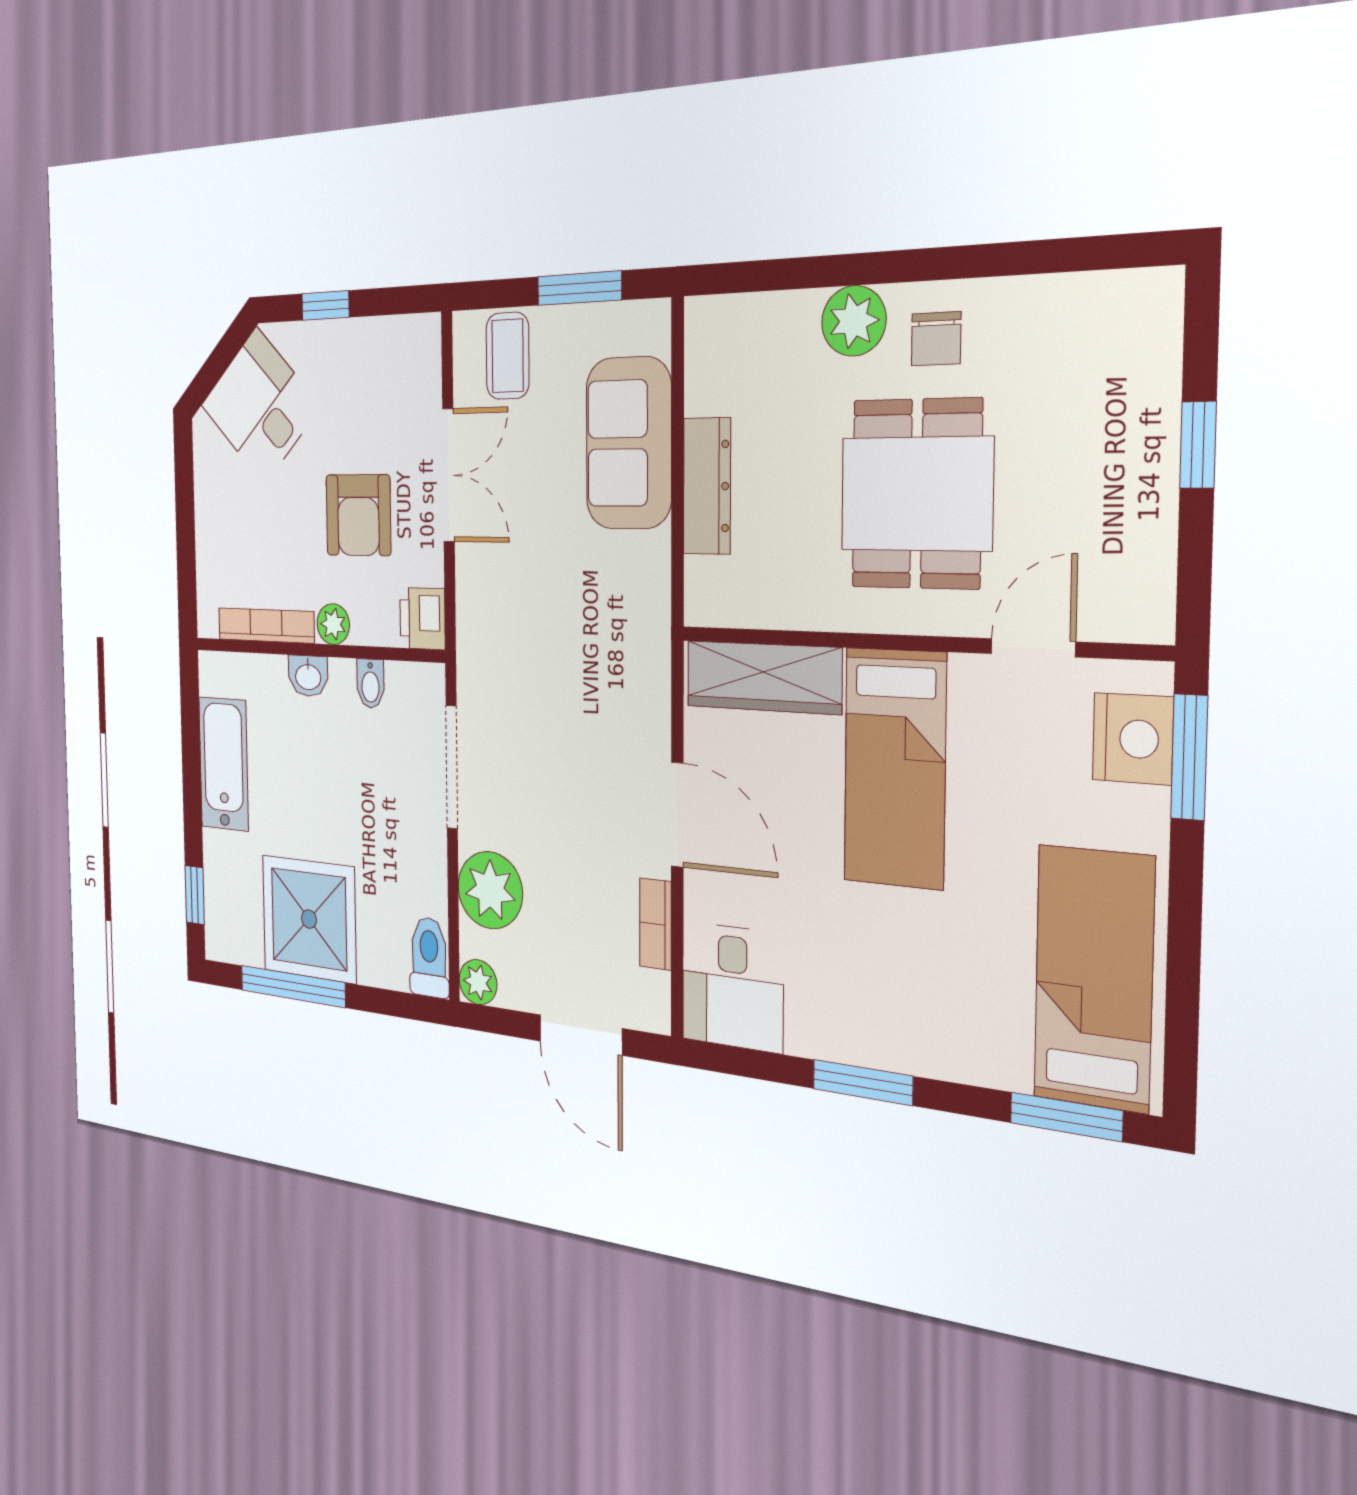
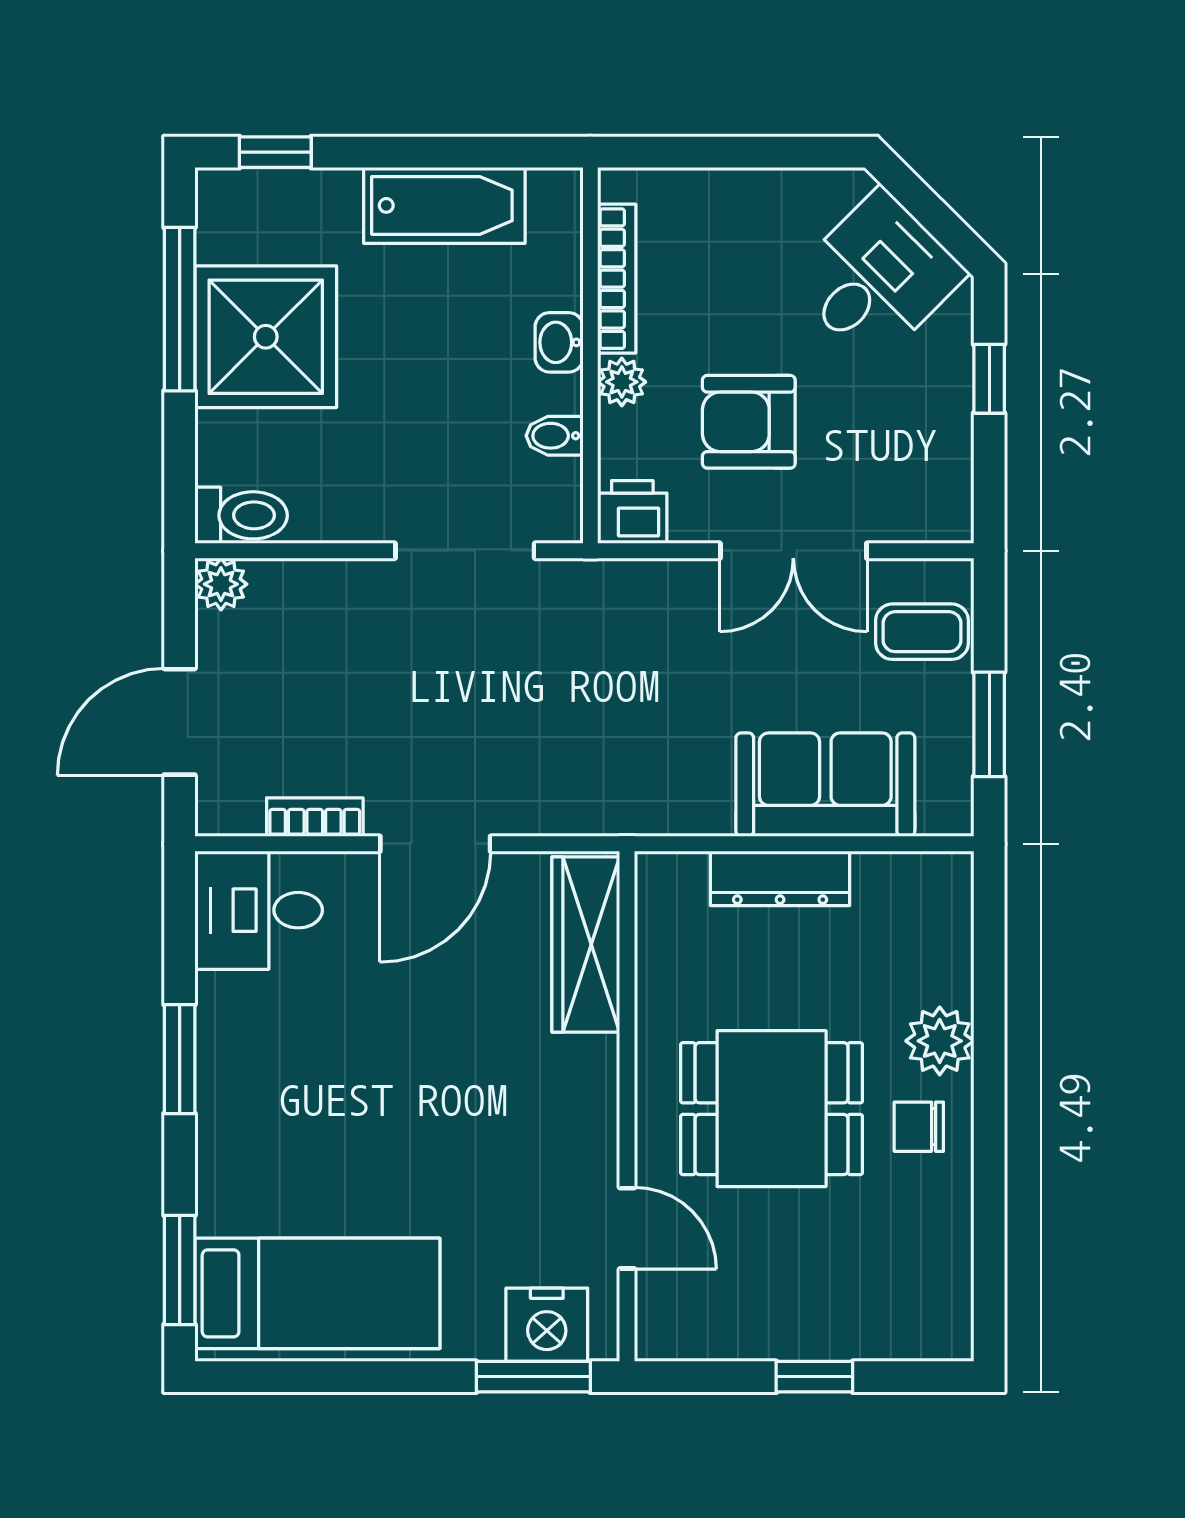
bed: (895, 768) -> (503, 1090), removed
plant: (490, 890) -> (329, 602), removed

